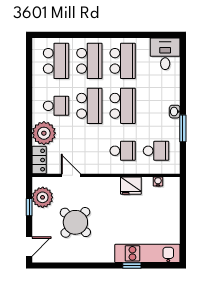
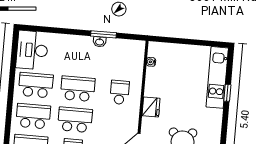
desk: (165, 54) -> (32, 50), width x1.37
washbasin: (175, 112) -> (100, 42), moved
school desk: (156, 151) -> (122, 61), removed
fridge: (131, 186) -> (151, 107), moved

